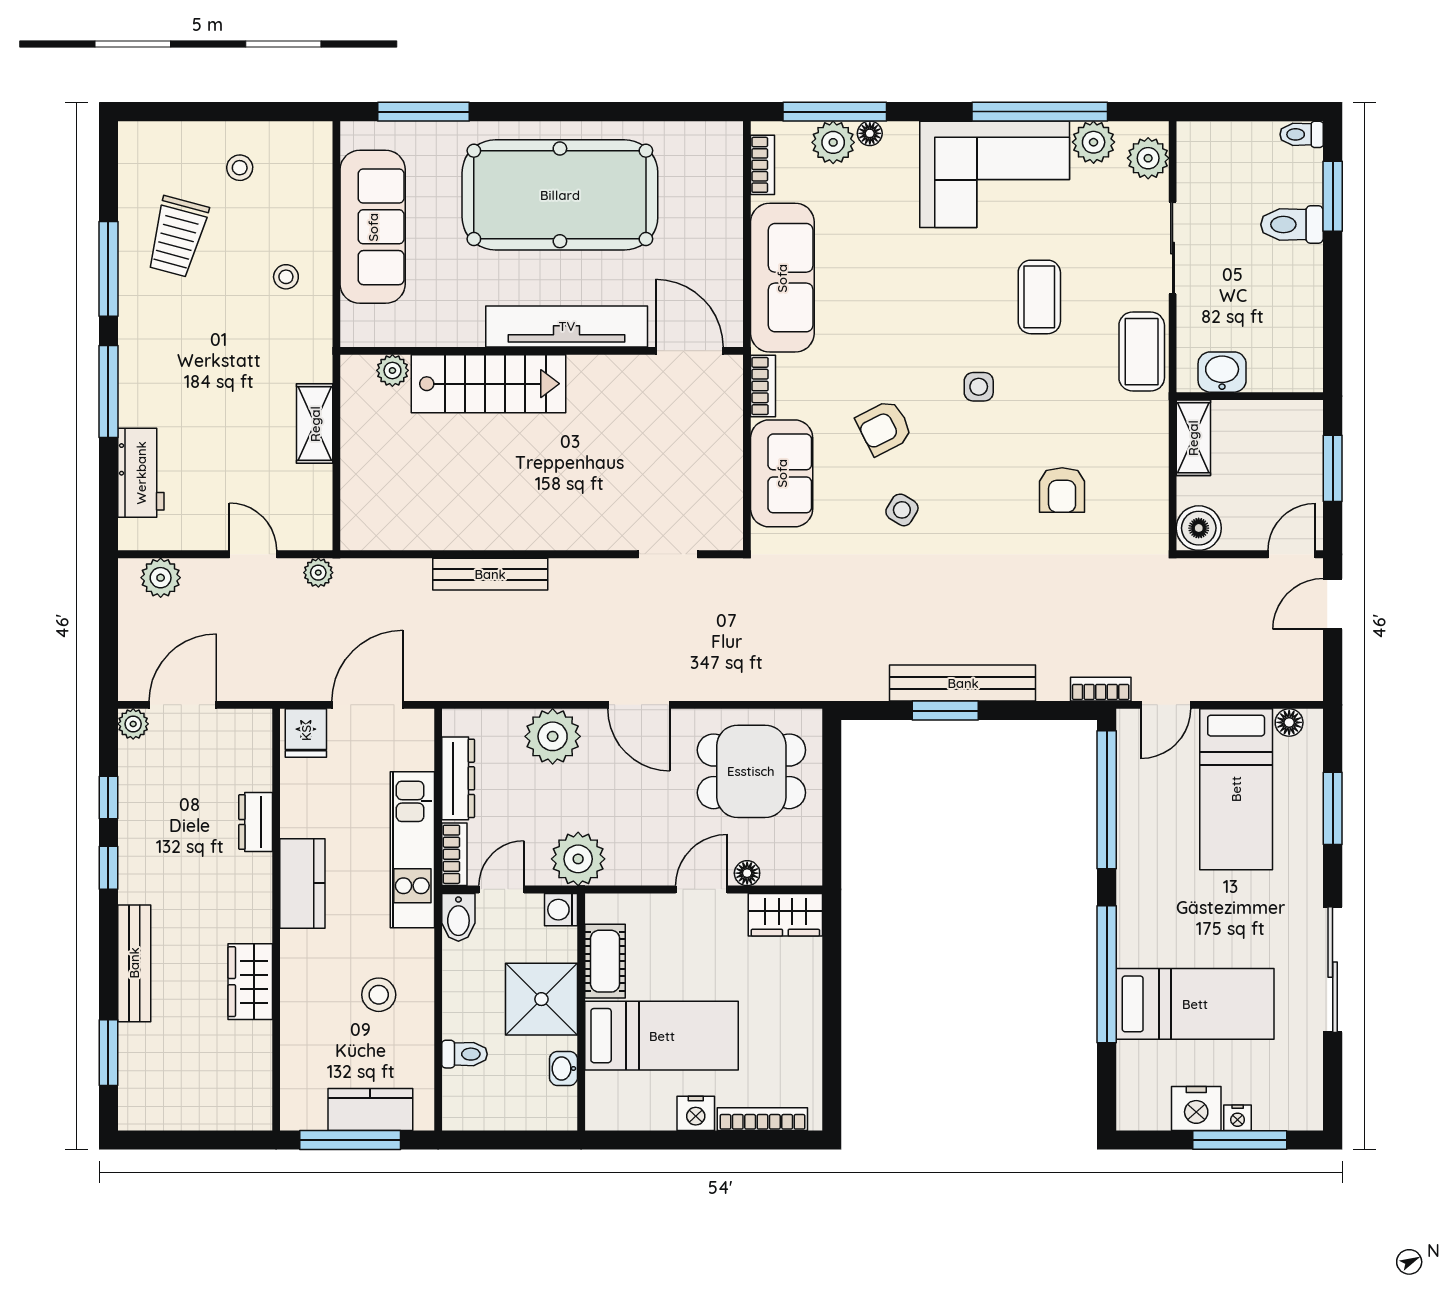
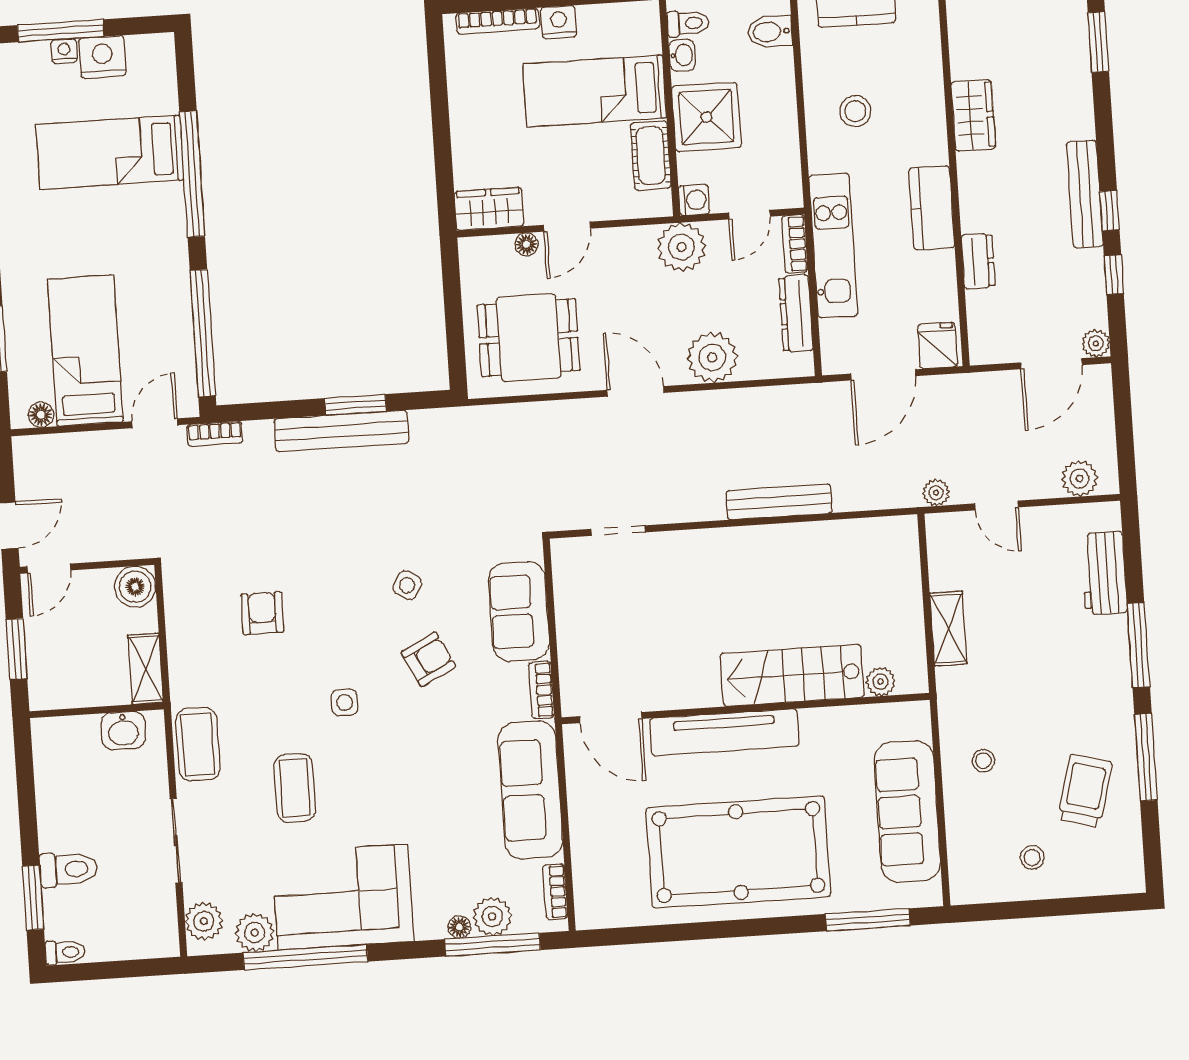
bidet: (458, 917) -> (770, 32), moved, turned -90
bench: (134, 963) -> (1085, 194), moved
toilet: (465, 1054) -> (688, 23), moved, turned 180

